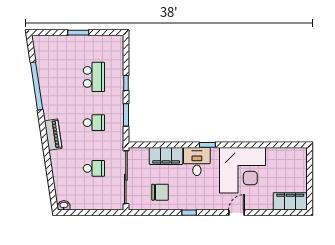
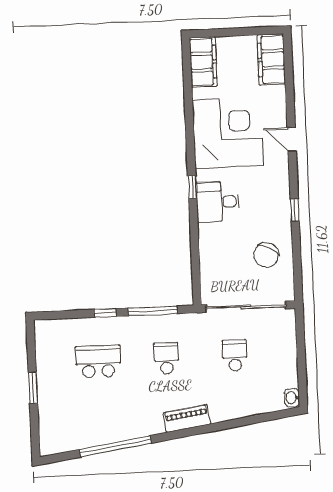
window: (126, 115) -> (153, 311), width x1.44
filing cabinet: (166, 156) -> (203, 62), moved
chair: (160, 192) -> (266, 255), turned -151

